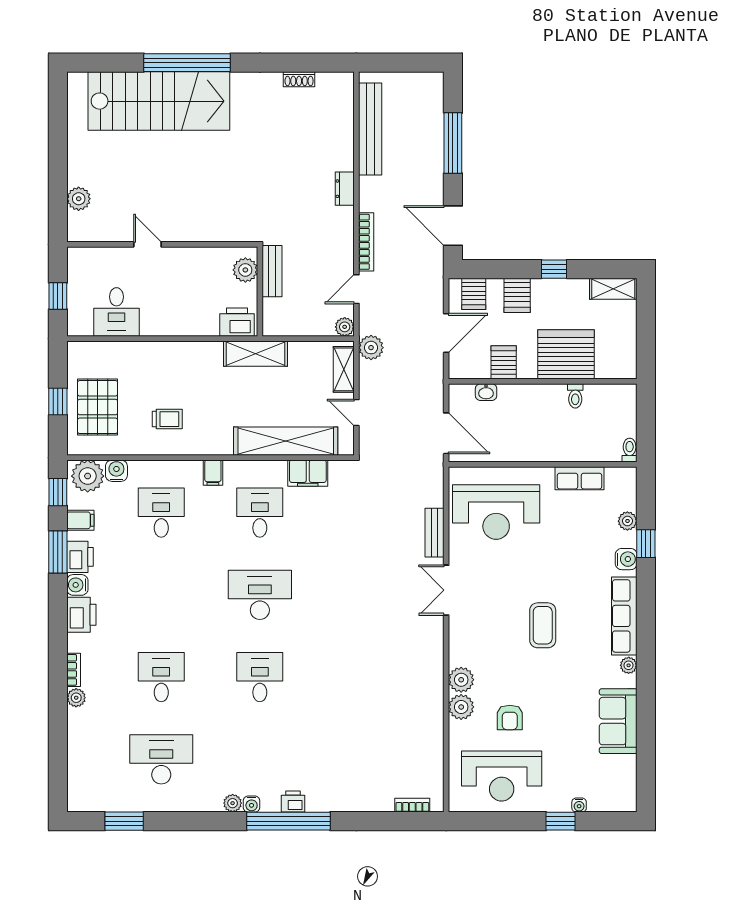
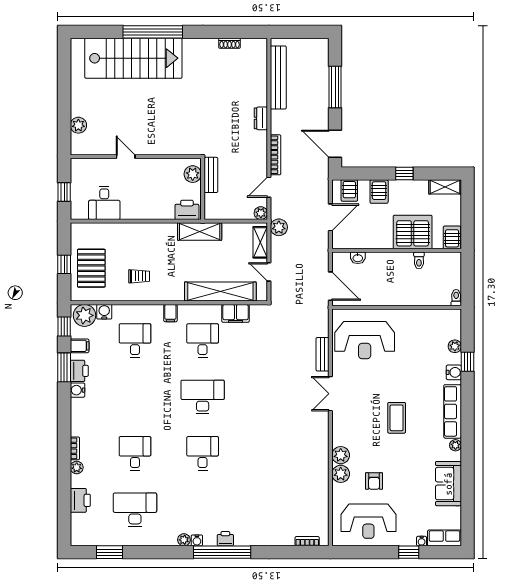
server rack: (504, 362) -> (452, 237), moved
row of seats: (580, 478) -> (444, 538), moved, turned 180
printer: (81, 615) -> (80, 500), moved

